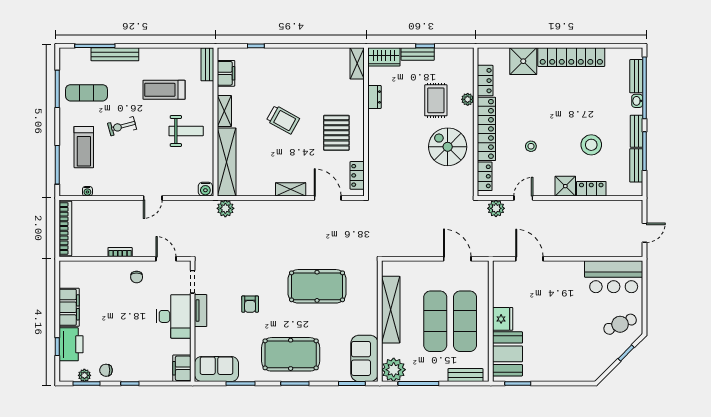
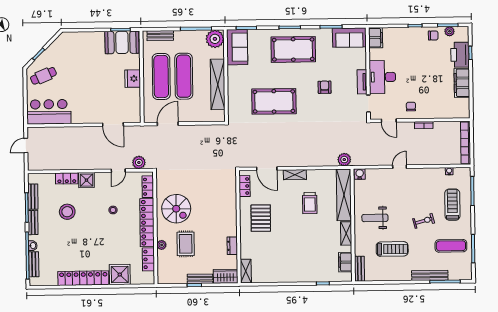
trolley: (283, 120) -> (310, 203), moved, turned -119
door: (457, 259) -> (168, 124), swing flipped
booth: (507, 354) -> (122, 42), moved, turned 90

